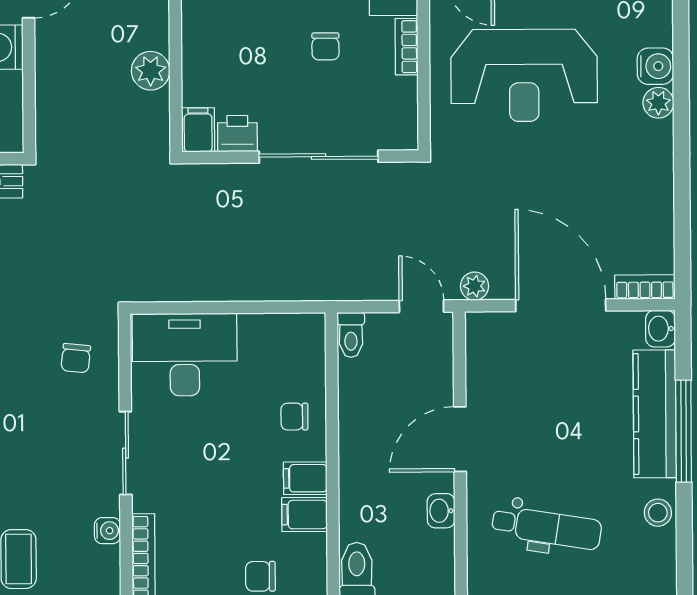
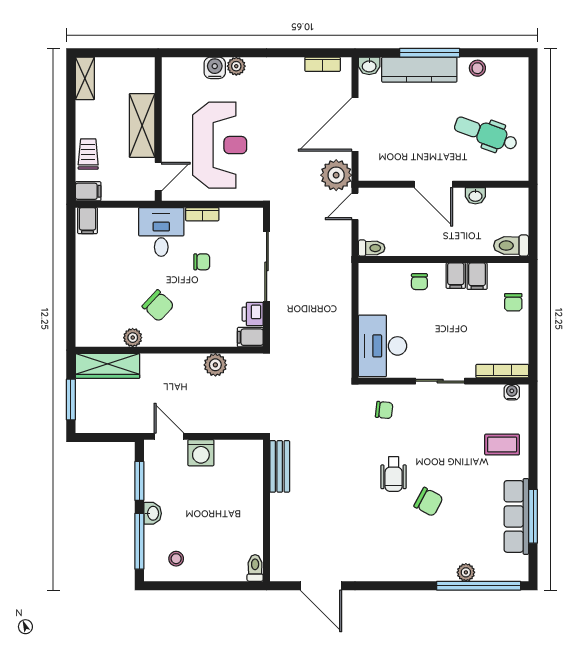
plant: (475, 286) -> (336, 175), width x1.87, depth x1.87
bookcase: (645, 287) -> (323, 64), moved, turned -90
dental chair: (547, 528) -> (486, 134), turned -79
water cooler: (107, 531) -> (512, 392), moved

